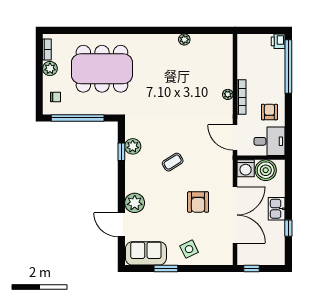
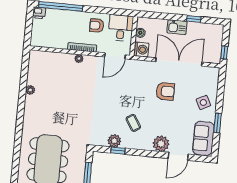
coffee table: (173, 162) -> (133, 123), moved
boiler: (266, 170) -> (140, 33), width x0.54, depth x0.54

